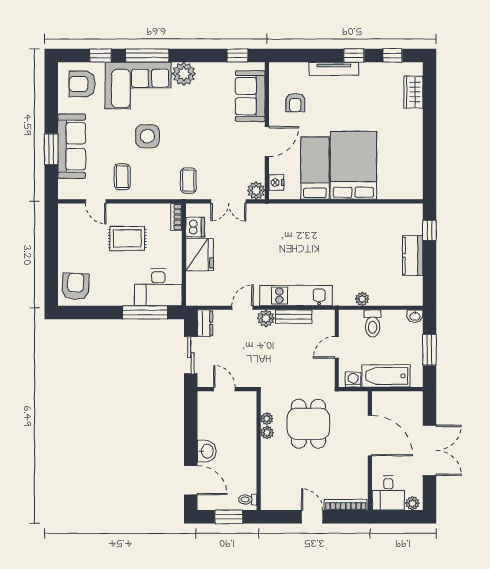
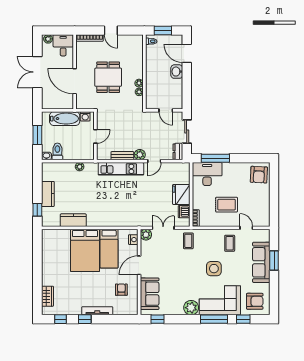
kitchen counter: (372, 214) -> (73, 220), added
toilet: (373, 323) -> (57, 151), moved
dining table: (308, 424) -> (108, 77), moved

